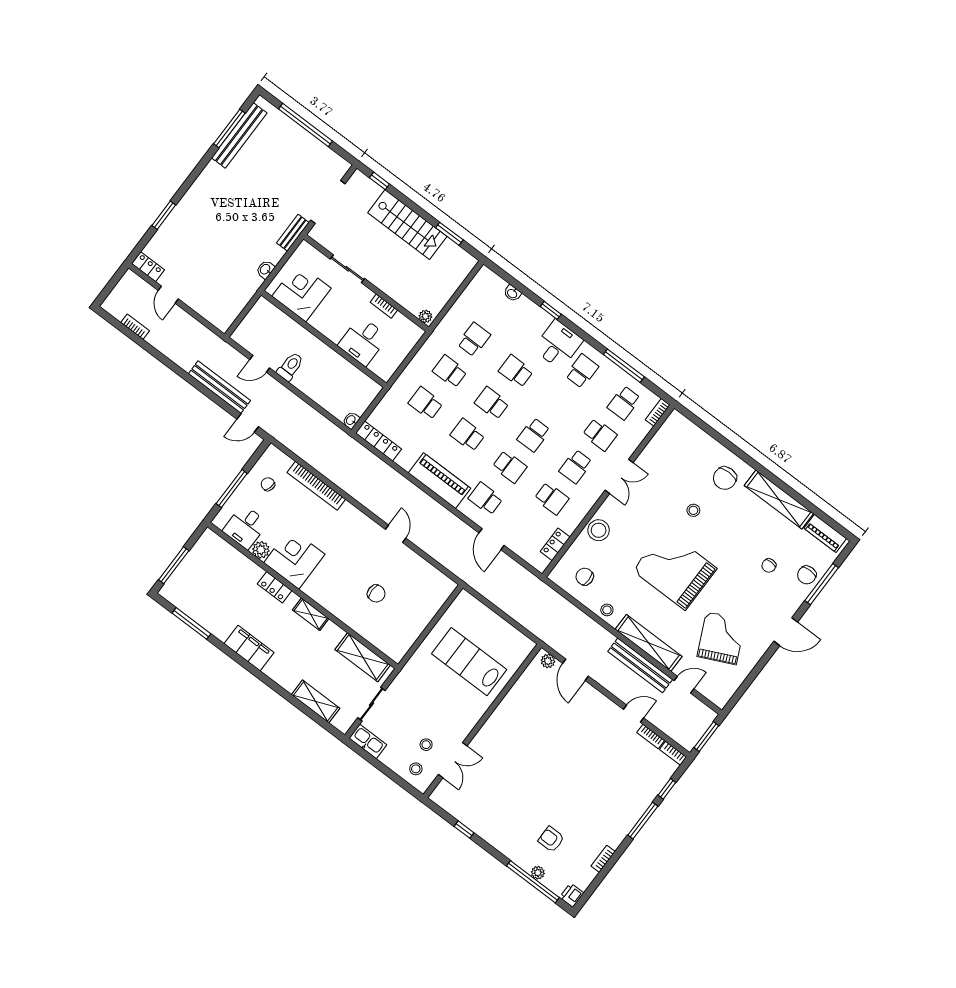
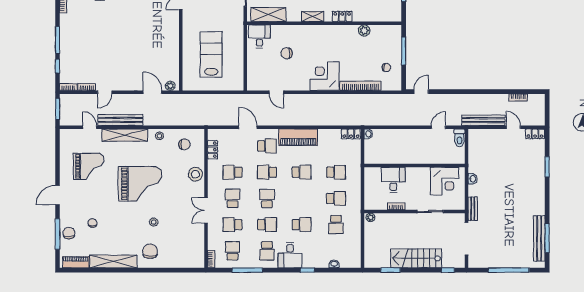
toilet: (290, 367) -> (459, 138), moved
bench: (219, 387) -> (483, 120), moved
school desk: (492, 403) -> (267, 225), moved
locker: (379, 441) -> (351, 134), width x0.66
desk: (245, 527) -> (259, 36), moved
door: (396, 534) -> (276, 92), moved
corner desk: (294, 558) -> (325, 76), moved, turned 180
grand piano: (721, 638) -> (89, 166), turned -65
lab bench: (469, 662) -> (211, 54), turned -90
door: (684, 685) -> (90, 127), swing flipped

